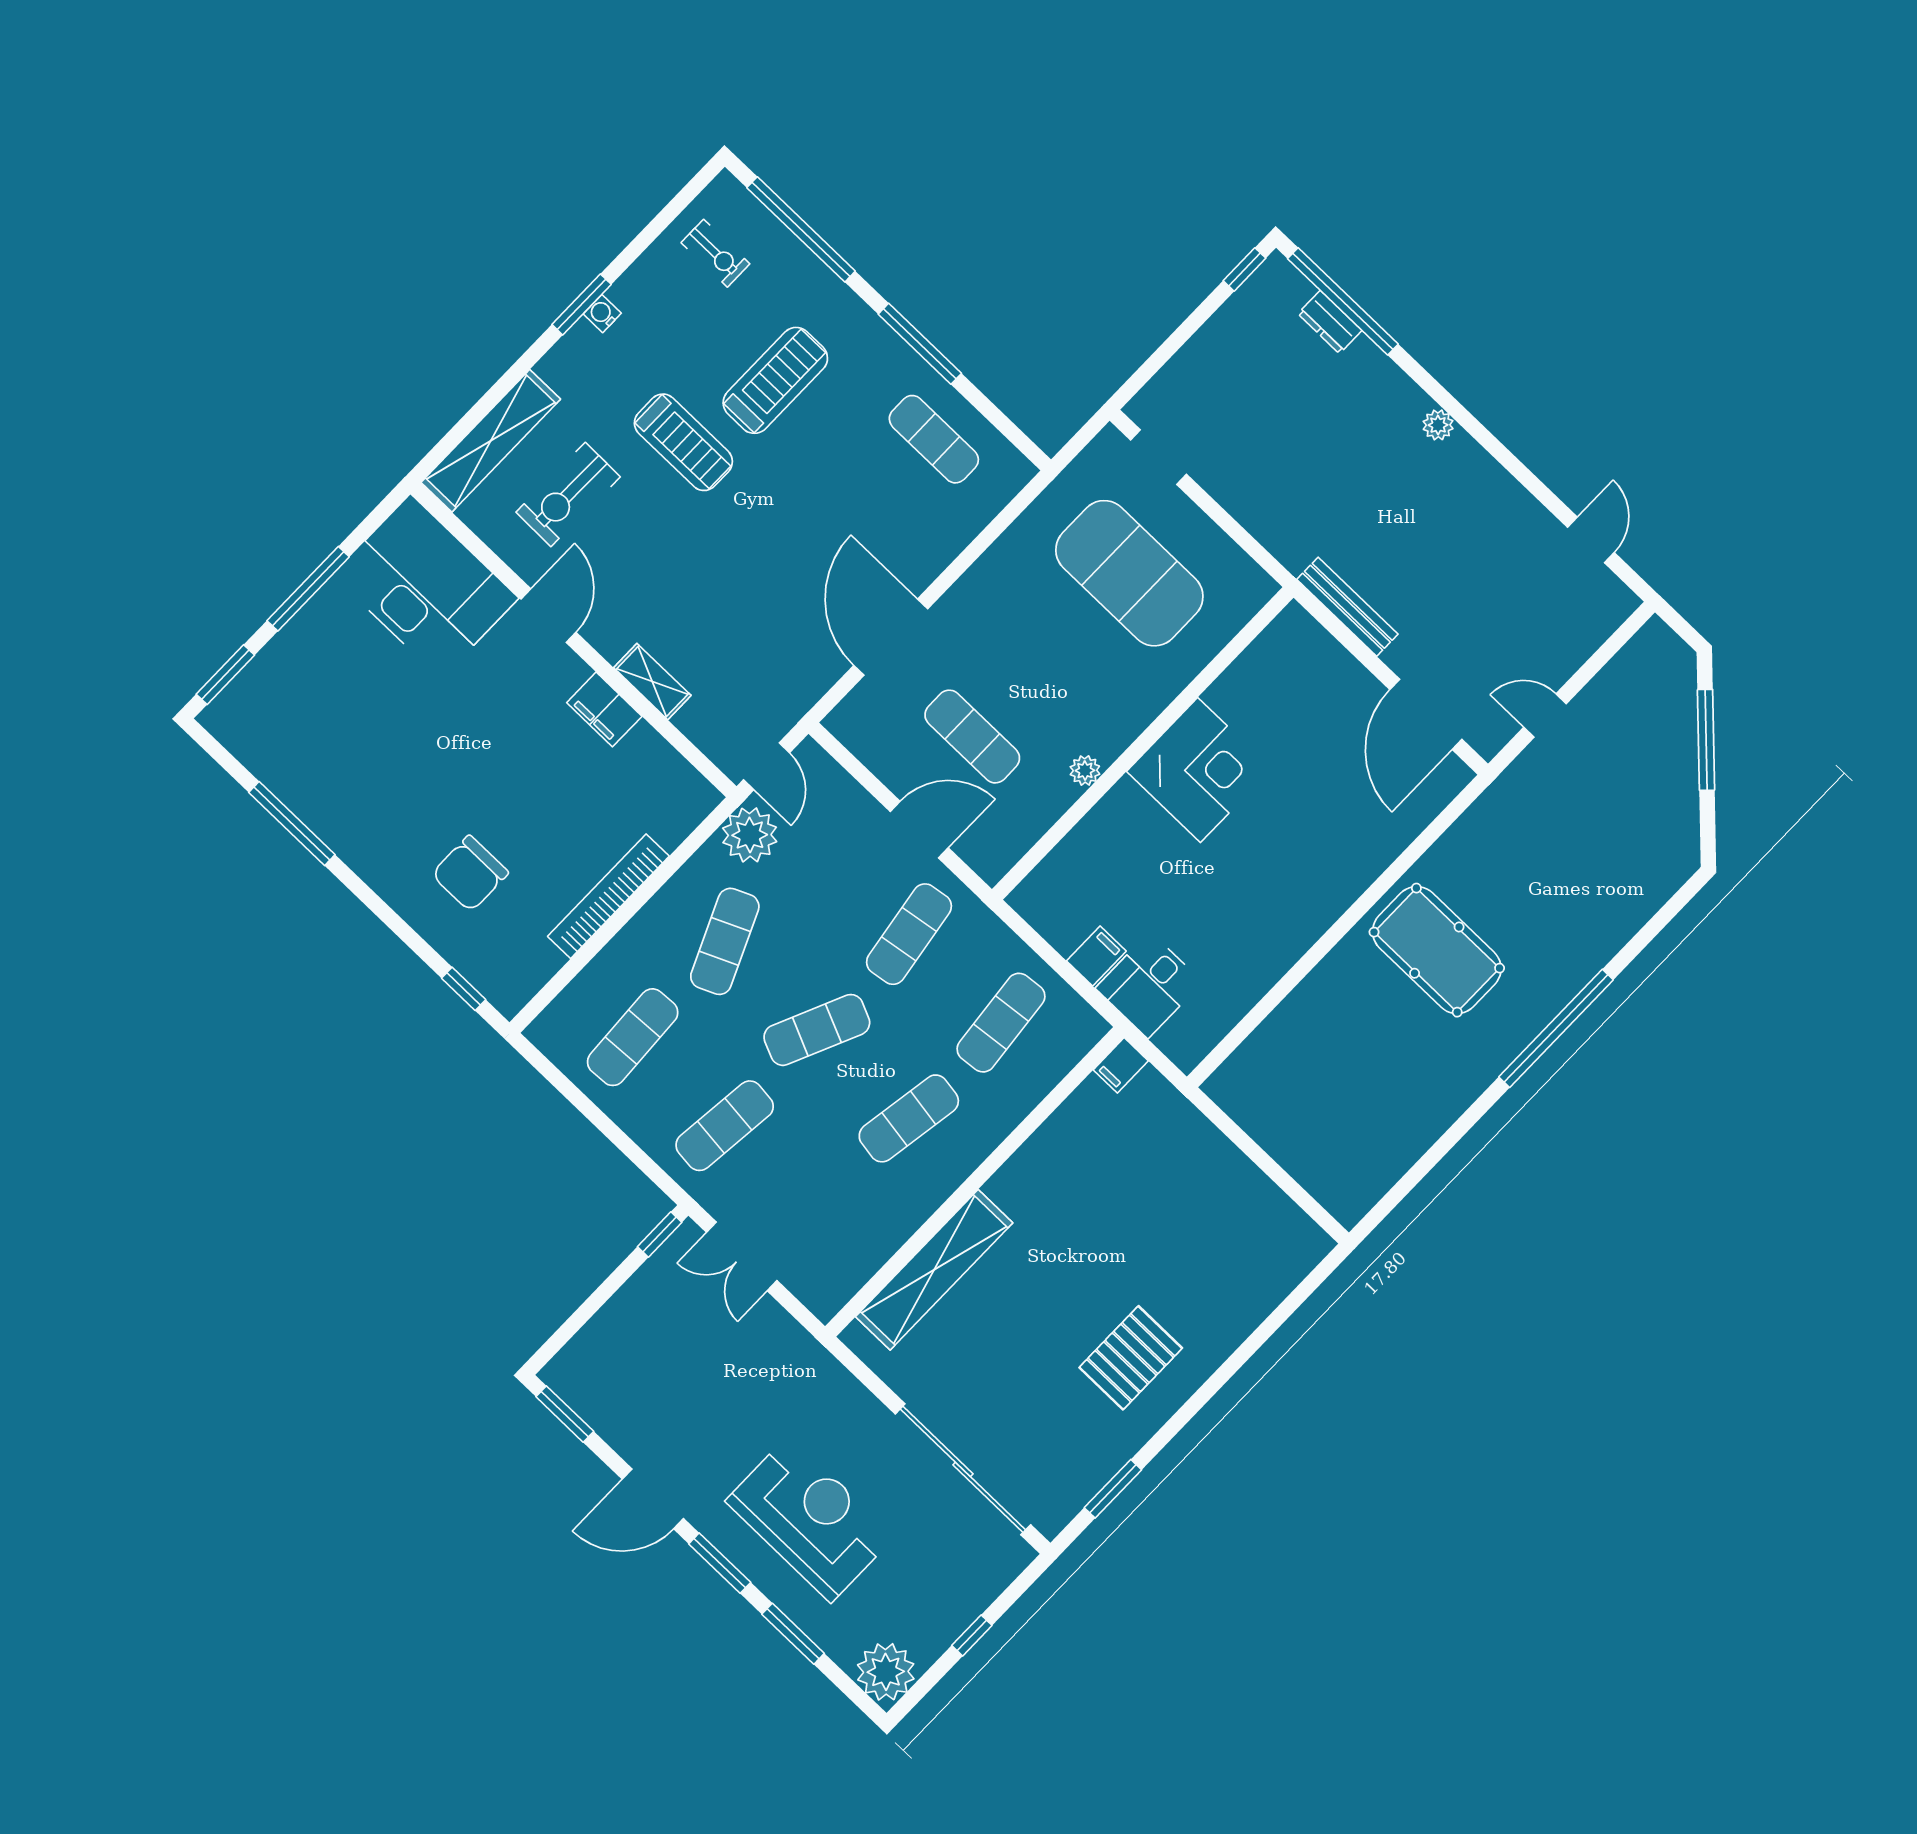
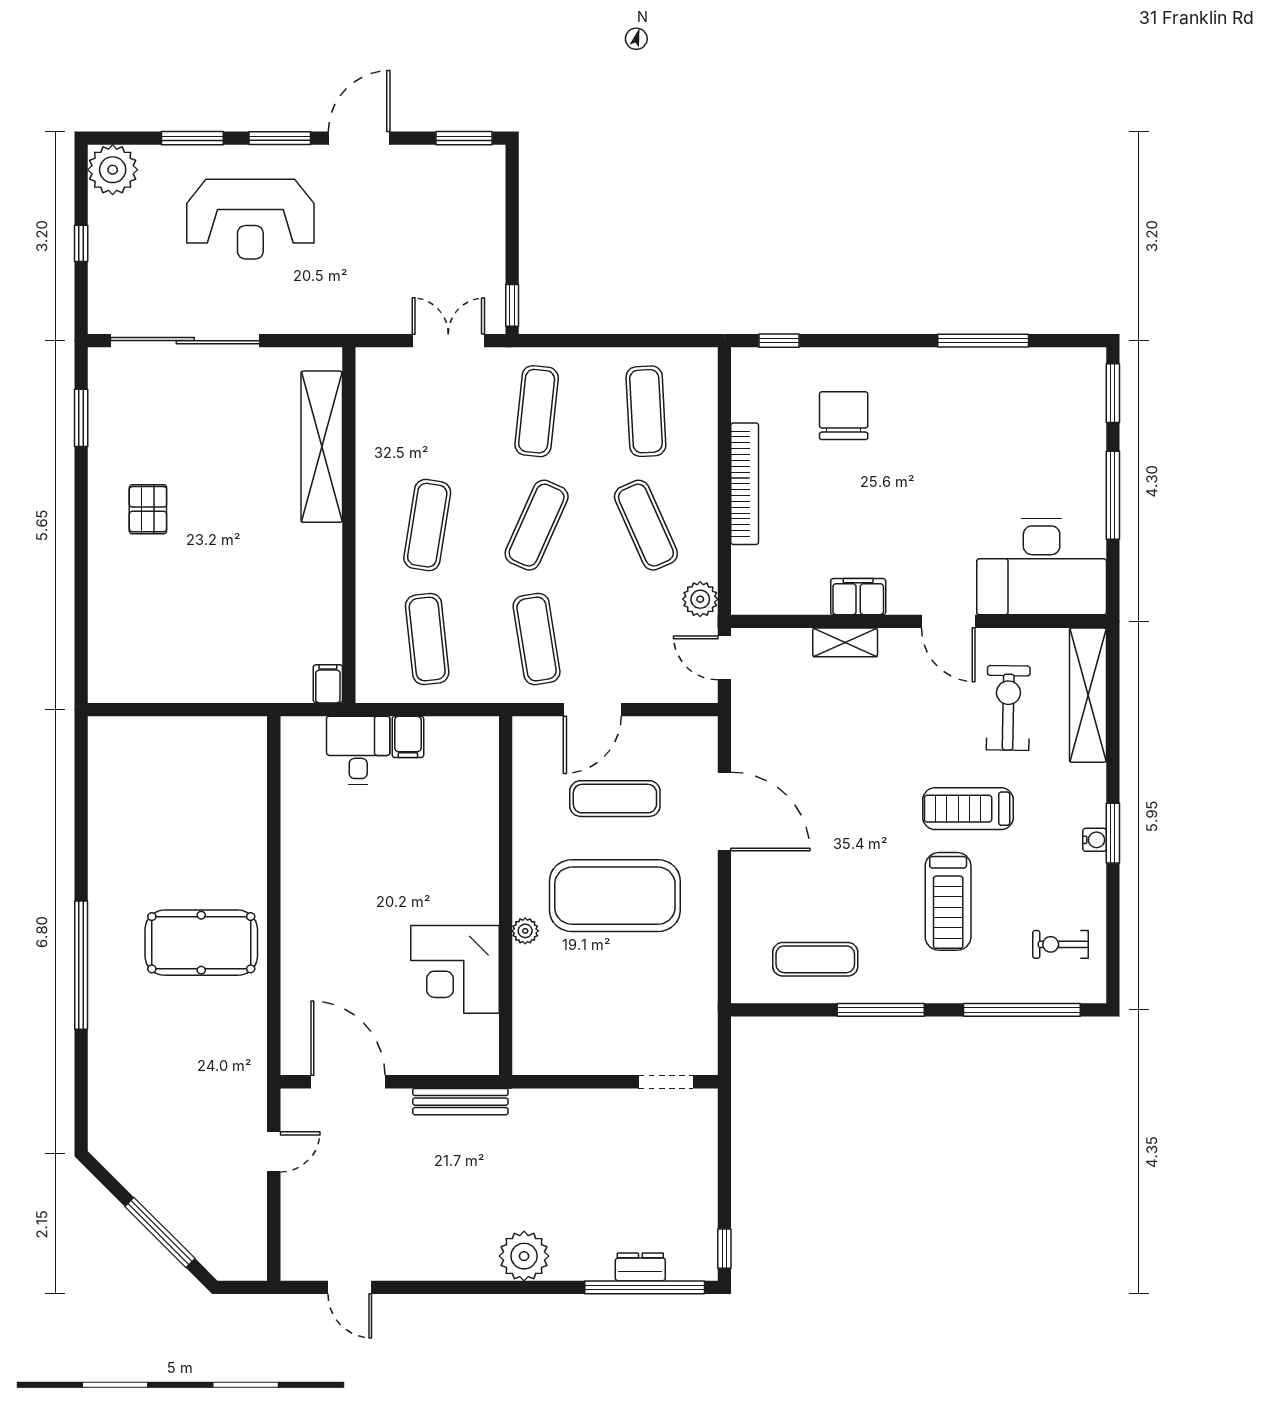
plant: (1438, 425) -> (524, 1256), width x1.87, depth x1.87
exercise mat: (1129, 573) -> (615, 896), moved
plant: (1085, 770) -> (525, 931), moved
corner desk: (1199, 770) -> (455, 969), moved
plant: (750, 835) -> (700, 599), width x0.73, depth x0.73
pallet: (1131, 1358) -> (148, 509), width x0.67, depth x0.71

